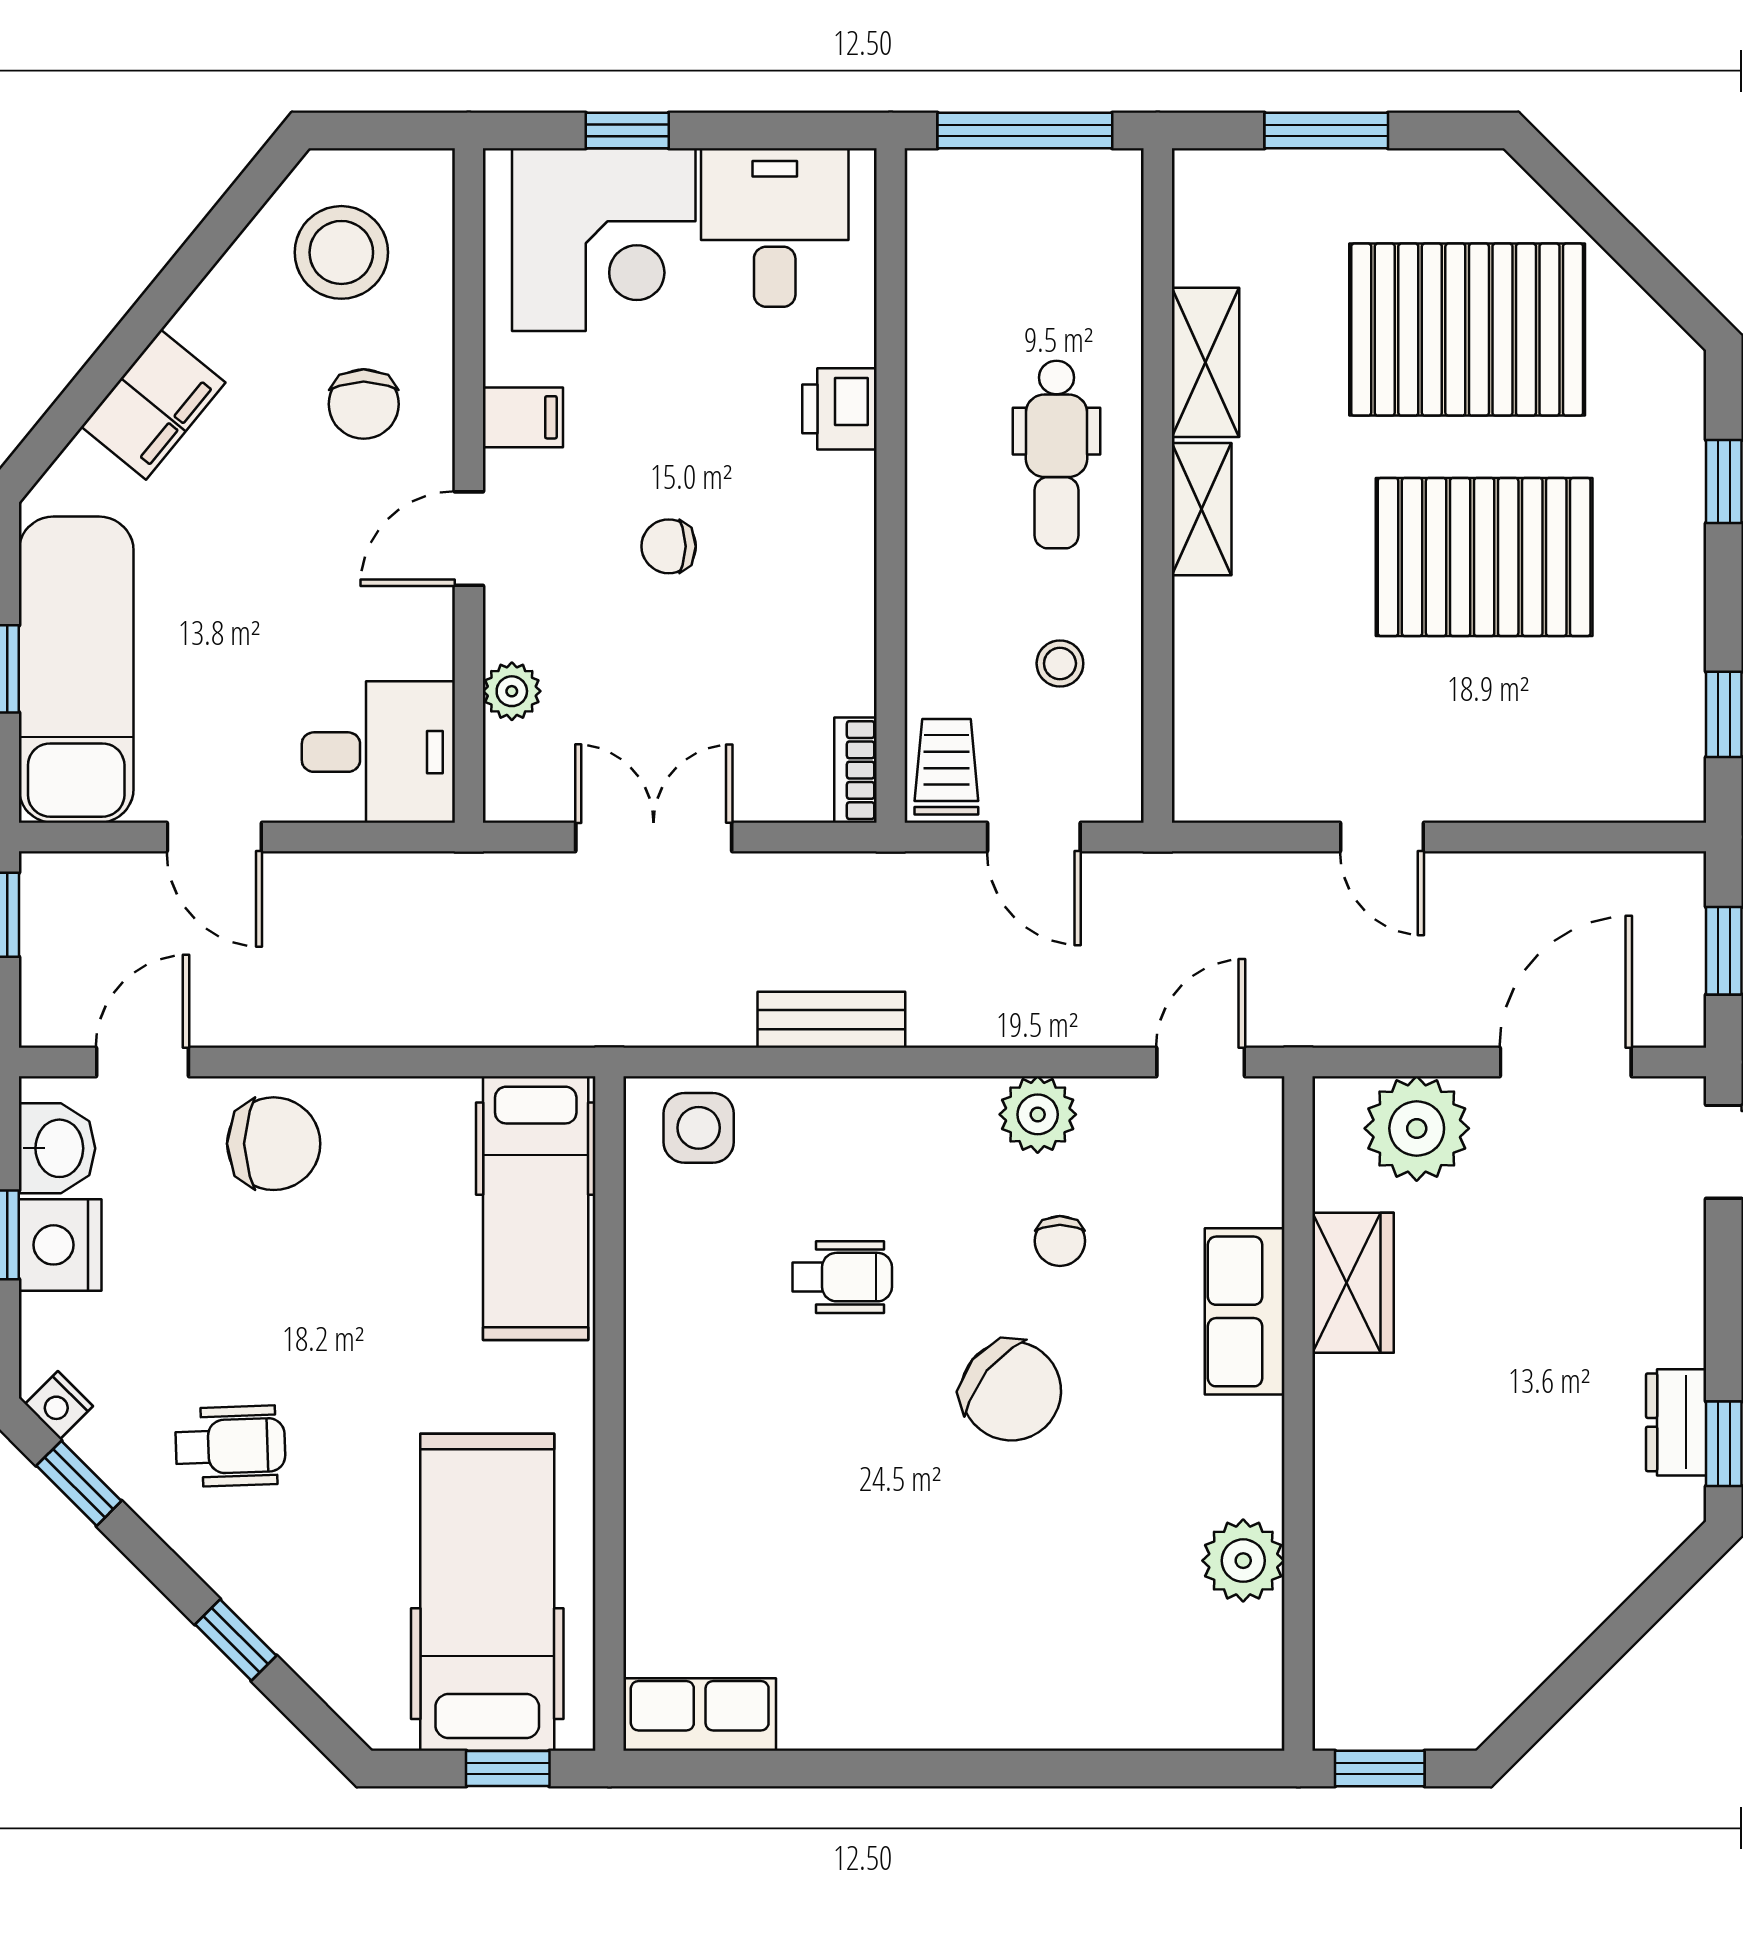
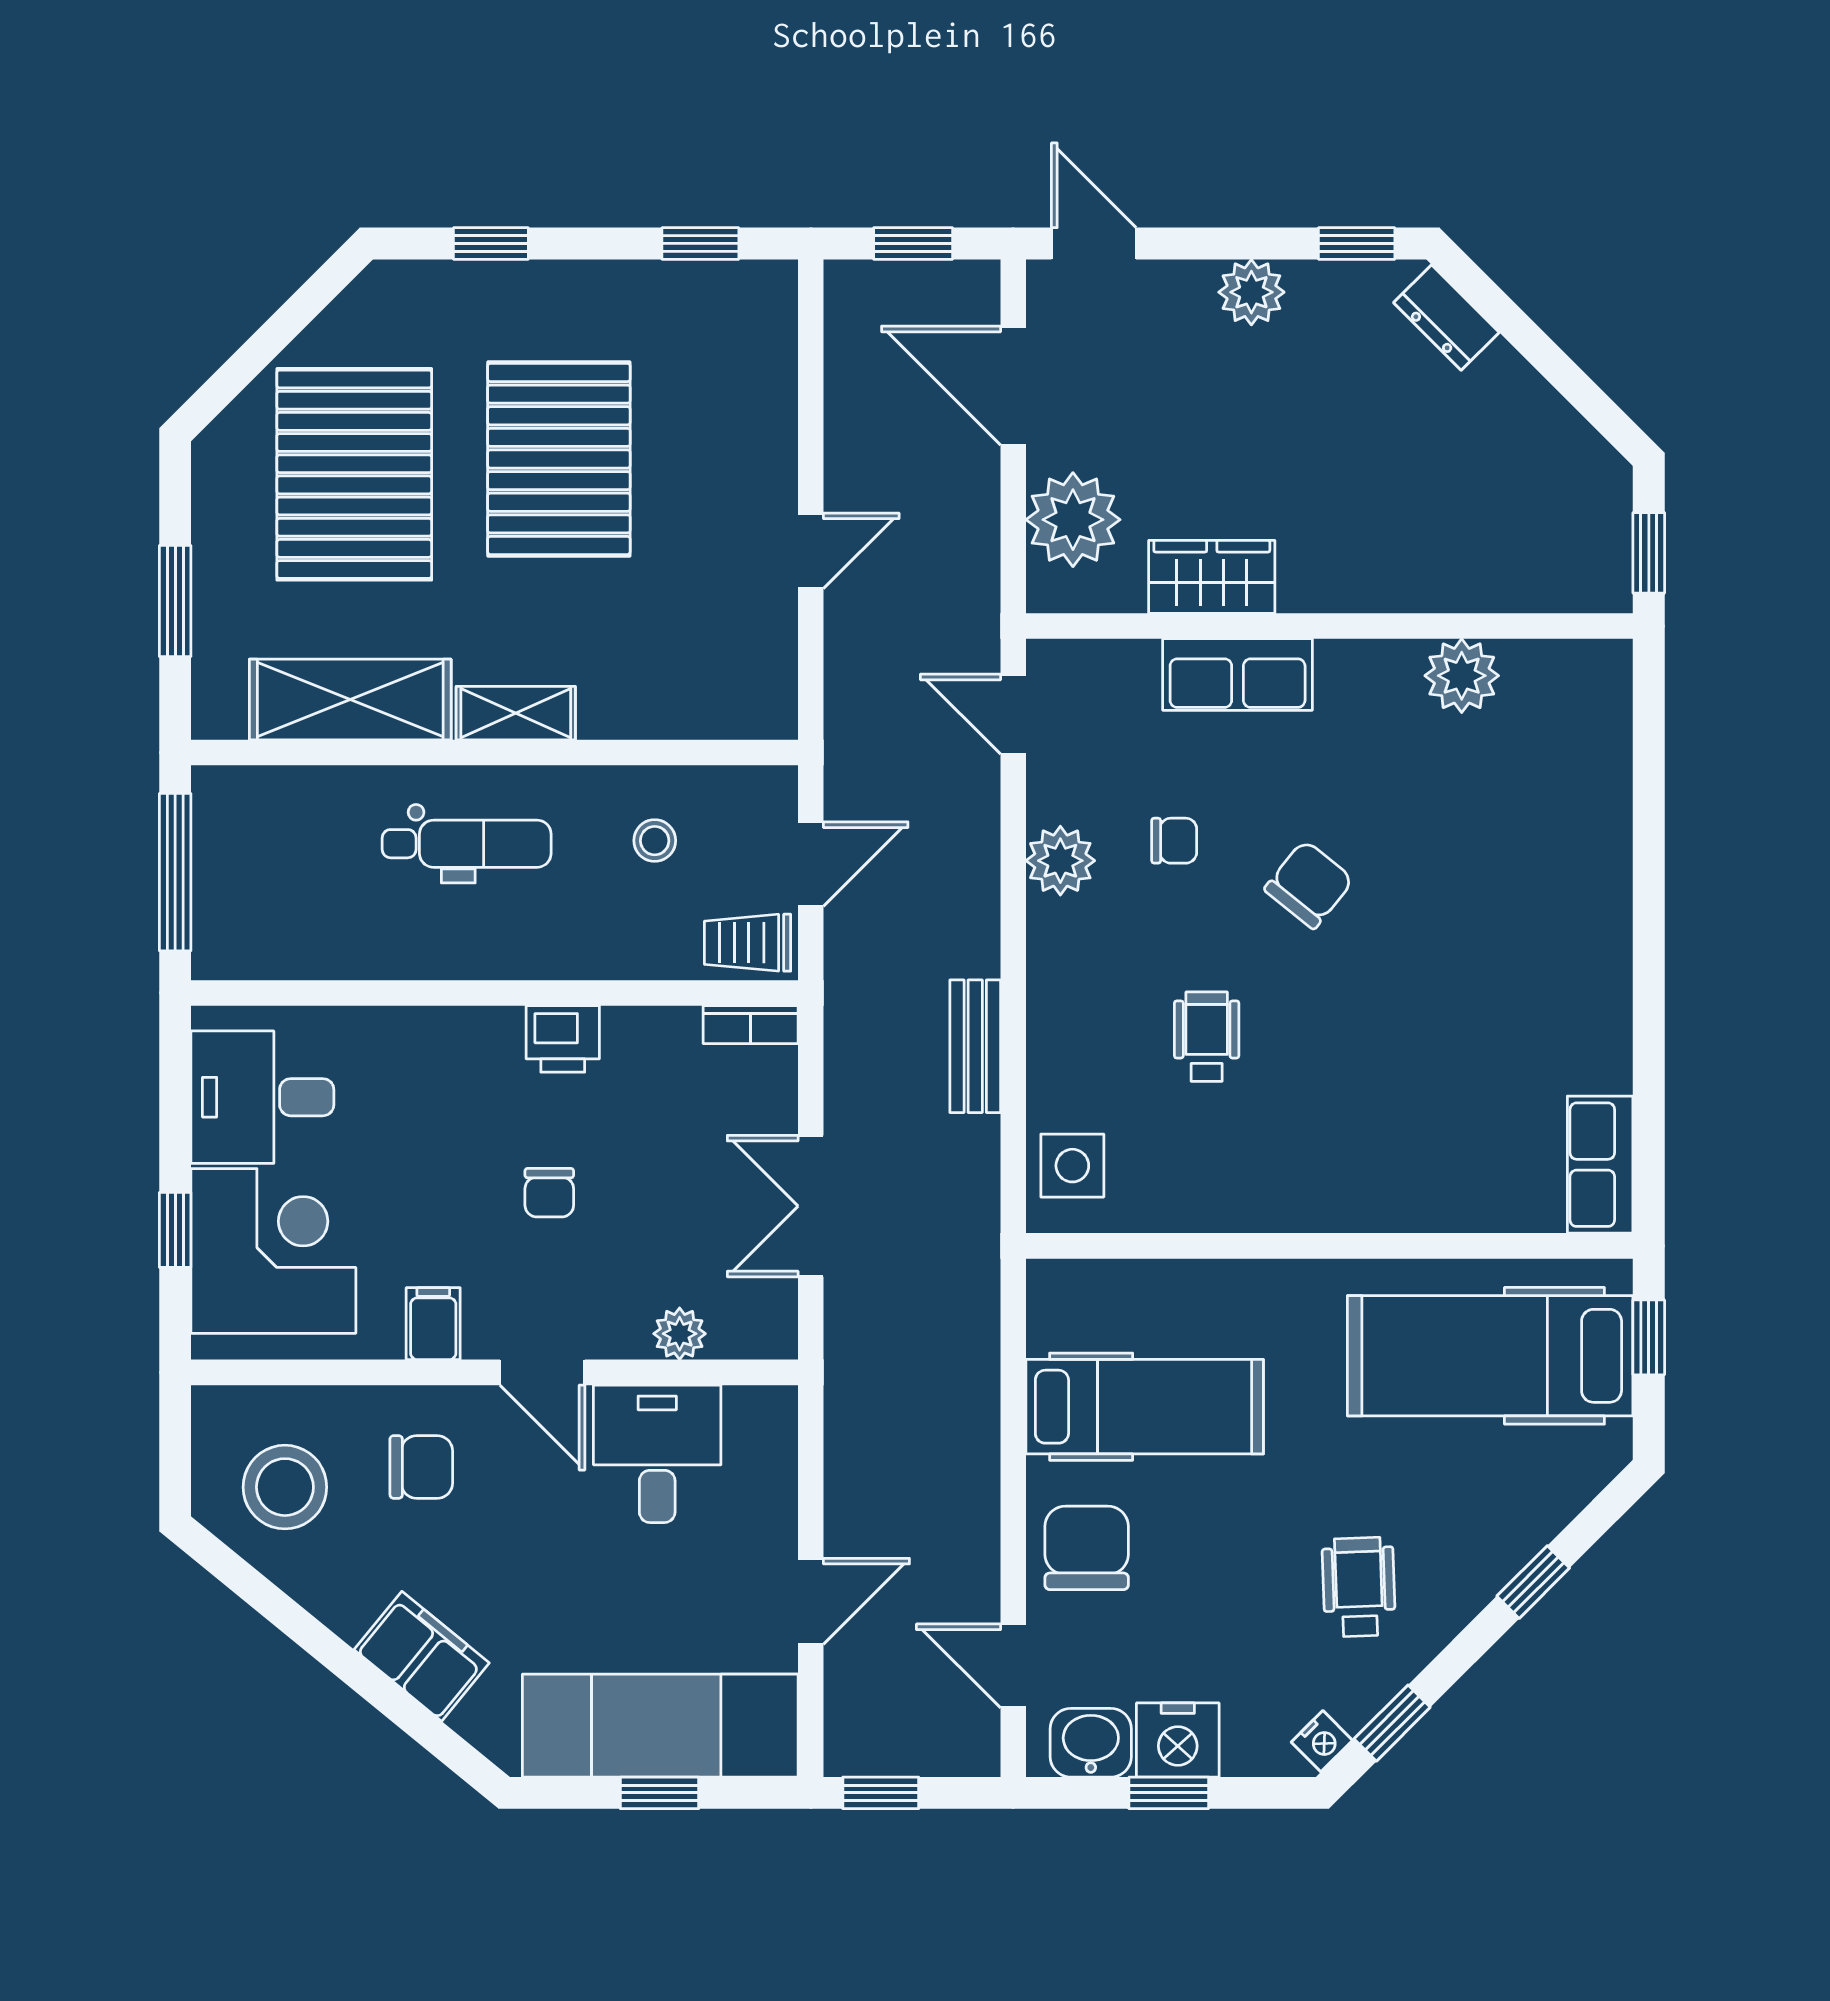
shelving: (1205, 362) -> (350, 700), width x1.50, depth x1.33
printer: (840, 409) -> (563, 1039), moved
desk: (378, 752) -> (657, 1454), moved
hospital bed: (536, 1208) -> (1145, 1407), moved
plant: (1670, 1327) -> (1251, 292), added
chair: (1011, 1391) -> (1309, 885), width x0.73, depth x0.73
dresser: (1676, 1422) -> (1446, 317), moved, turned 45

